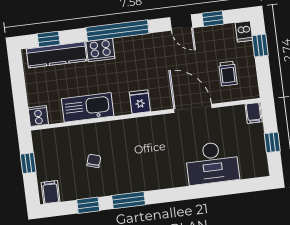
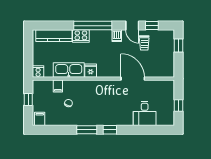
dishwasher: (244, 32) -> (117, 36), moved
window: (49, 39) -> (50, 26), removed
trolley: (228, 74) -> (144, 43), moved
fridge: (140, 102) -> (91, 71), moved
filing cabinet: (254, 113) -> (58, 86), moved
desk: (212, 163) -> (145, 113), width x0.73
window: (88, 205) -> (110, 130), moved

